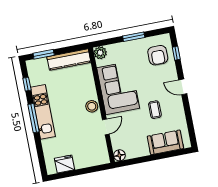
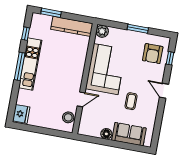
stool: (92, 106) -> (68, 117), moved
floor lamp: (119, 155) -> (106, 134), moved
fridge: (64, 164) -> (21, 114), moved, turned 90

